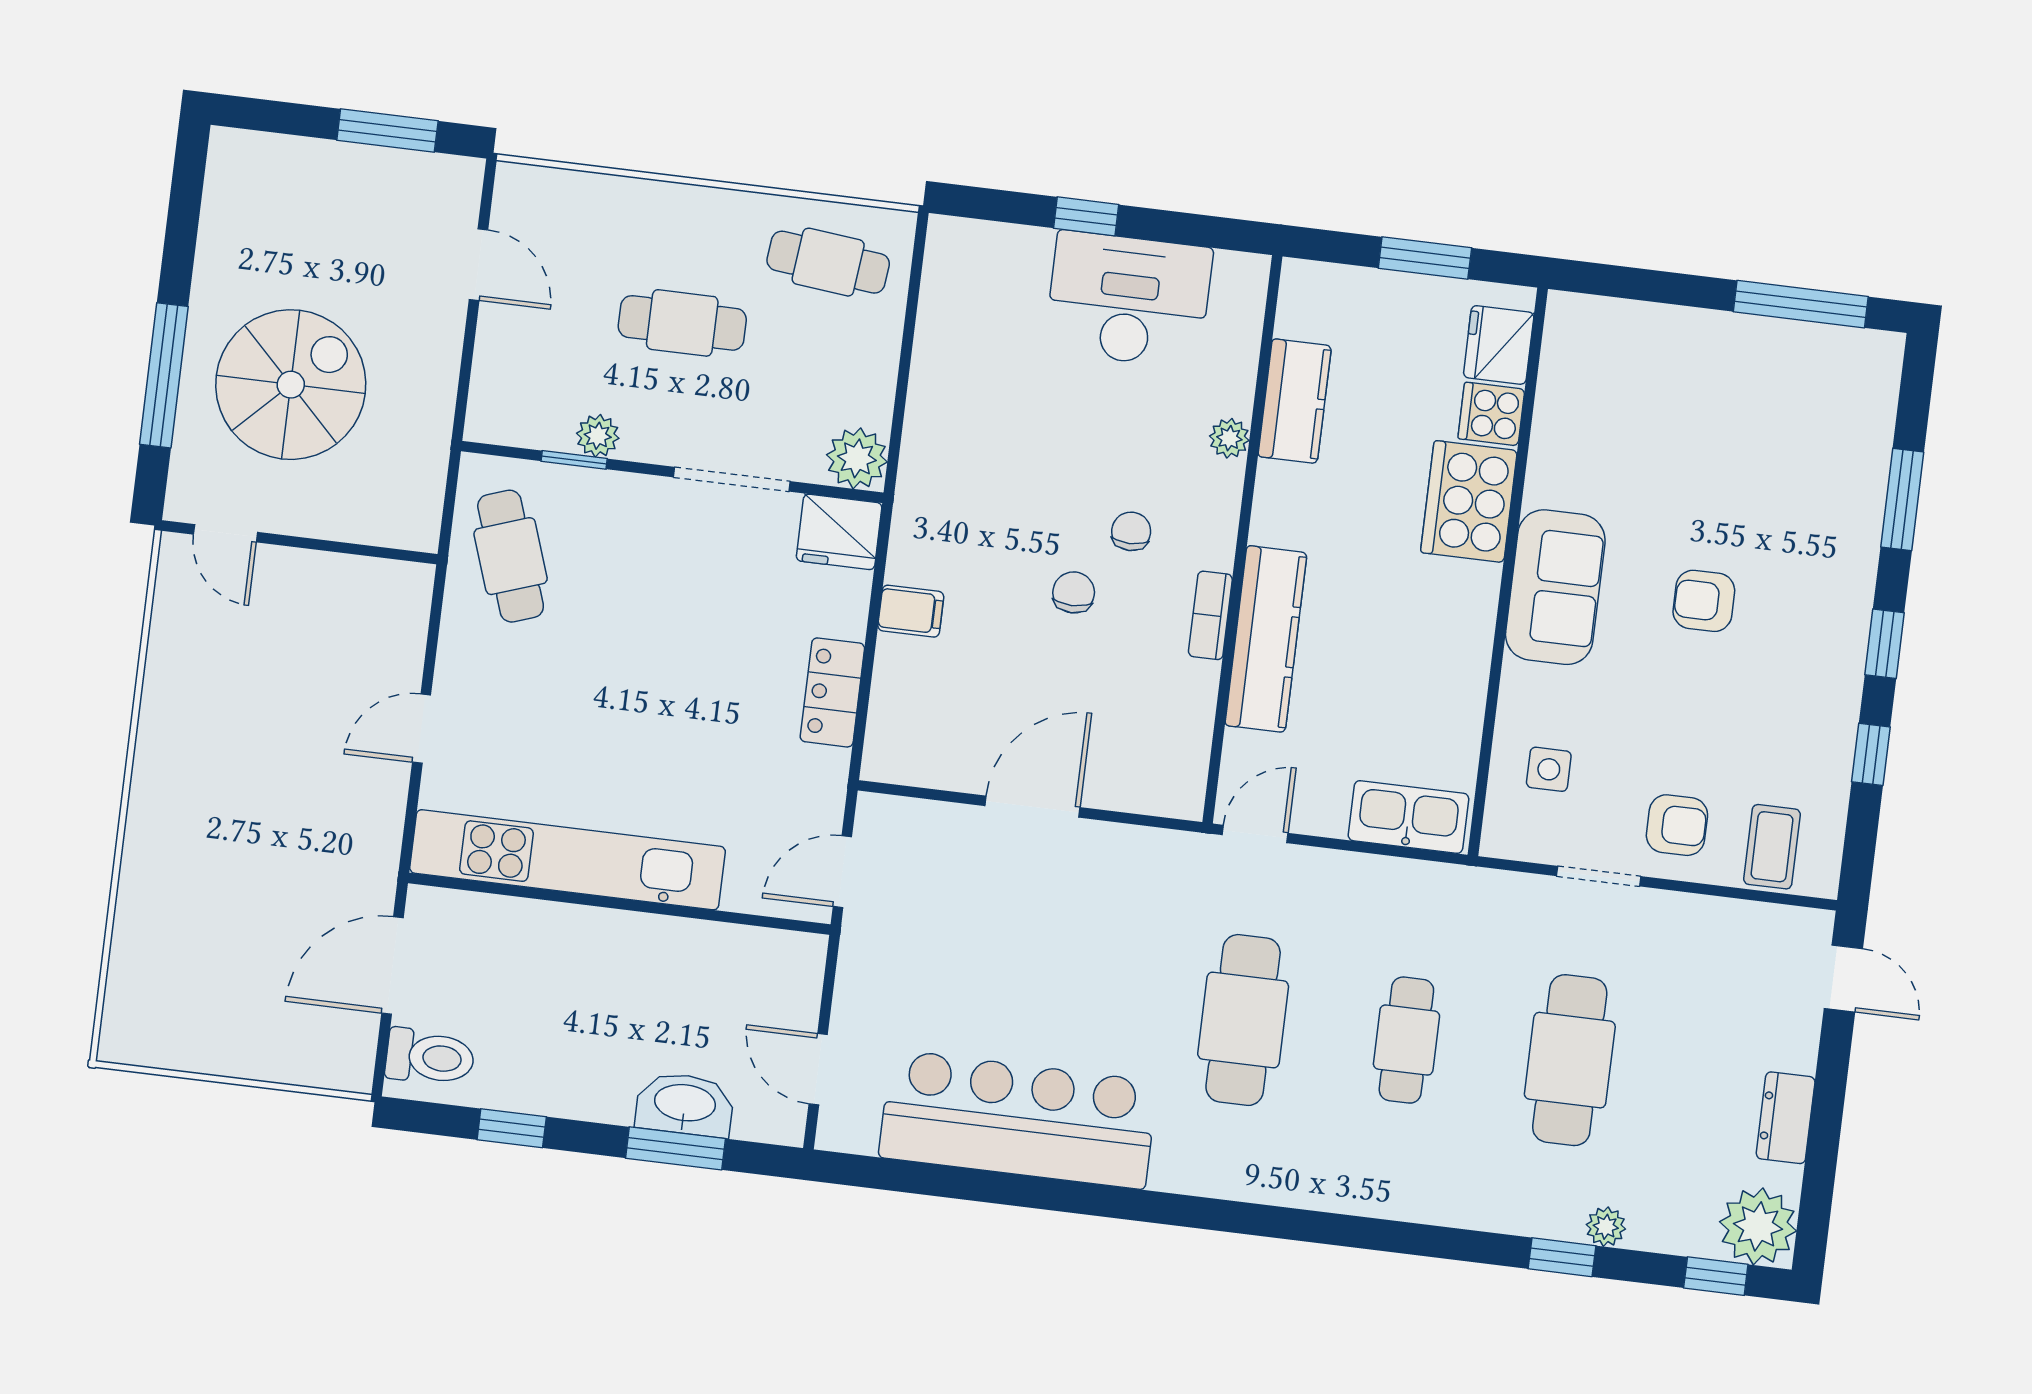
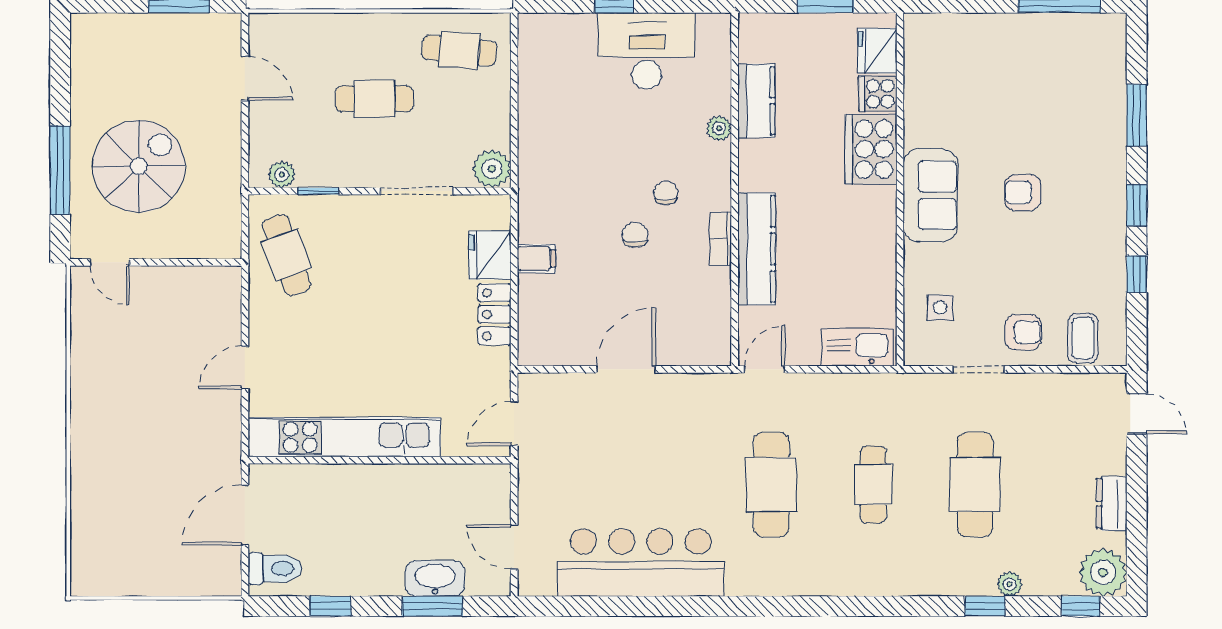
plant: (598, 436) -> (282, 174), moved
fridge: (839, 532) -> (490, 255), moved, turned 90

